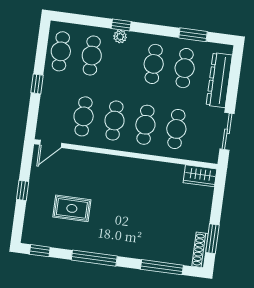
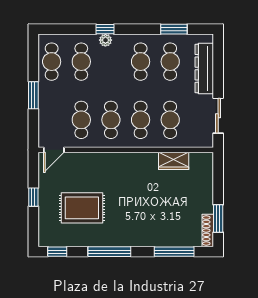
window: (37, 84) -> (33, 95), width x1.50
wardrobe: (200, 176) -> (174, 161), moved
rug: (72, 208) -> (82, 208), width x1.36, depth x1.43

